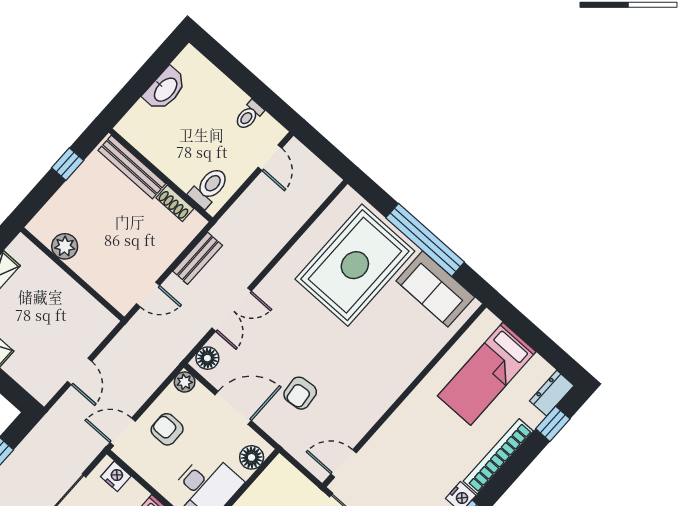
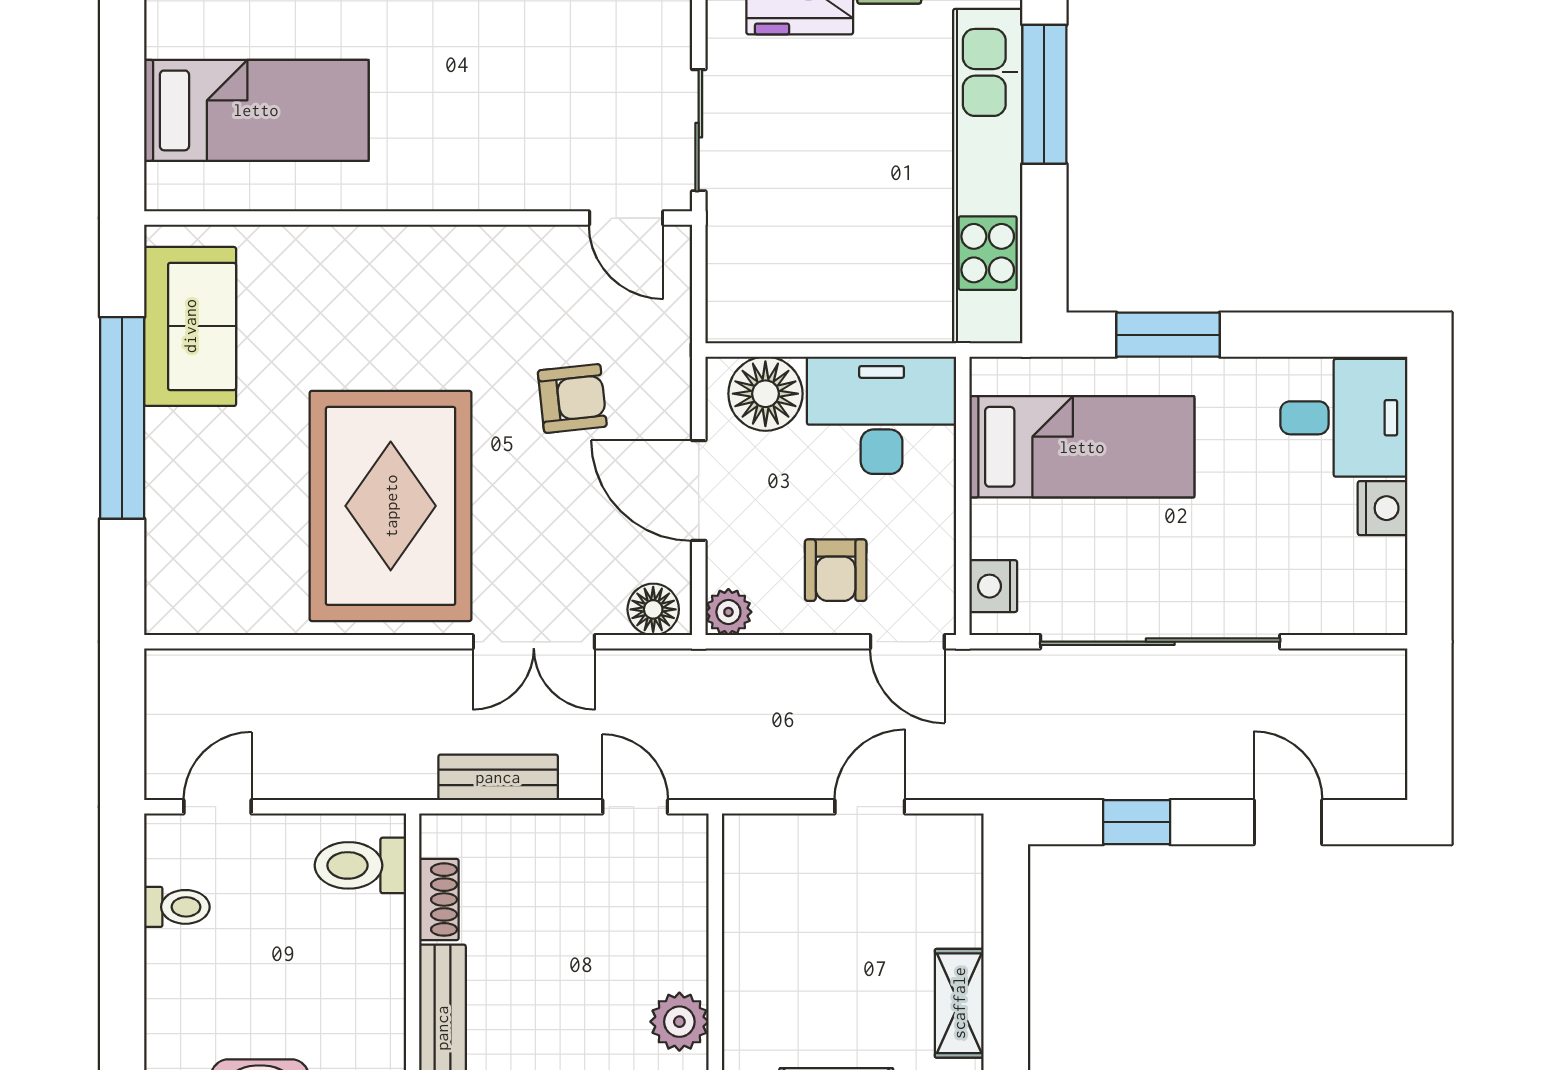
rug: (355, 265) -> (391, 506), moved, turned 90
double door: (232, 310) -> (534, 642), swing flipped
floor lamp: (252, 457) -> (765, 394), width x1.38, depth x1.38

